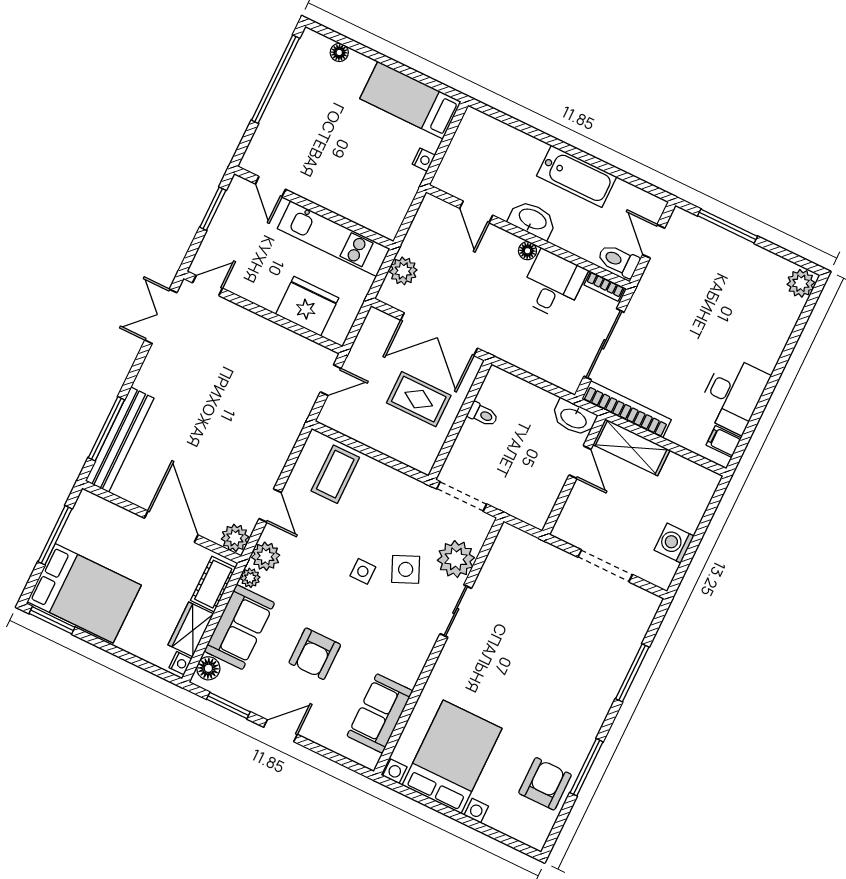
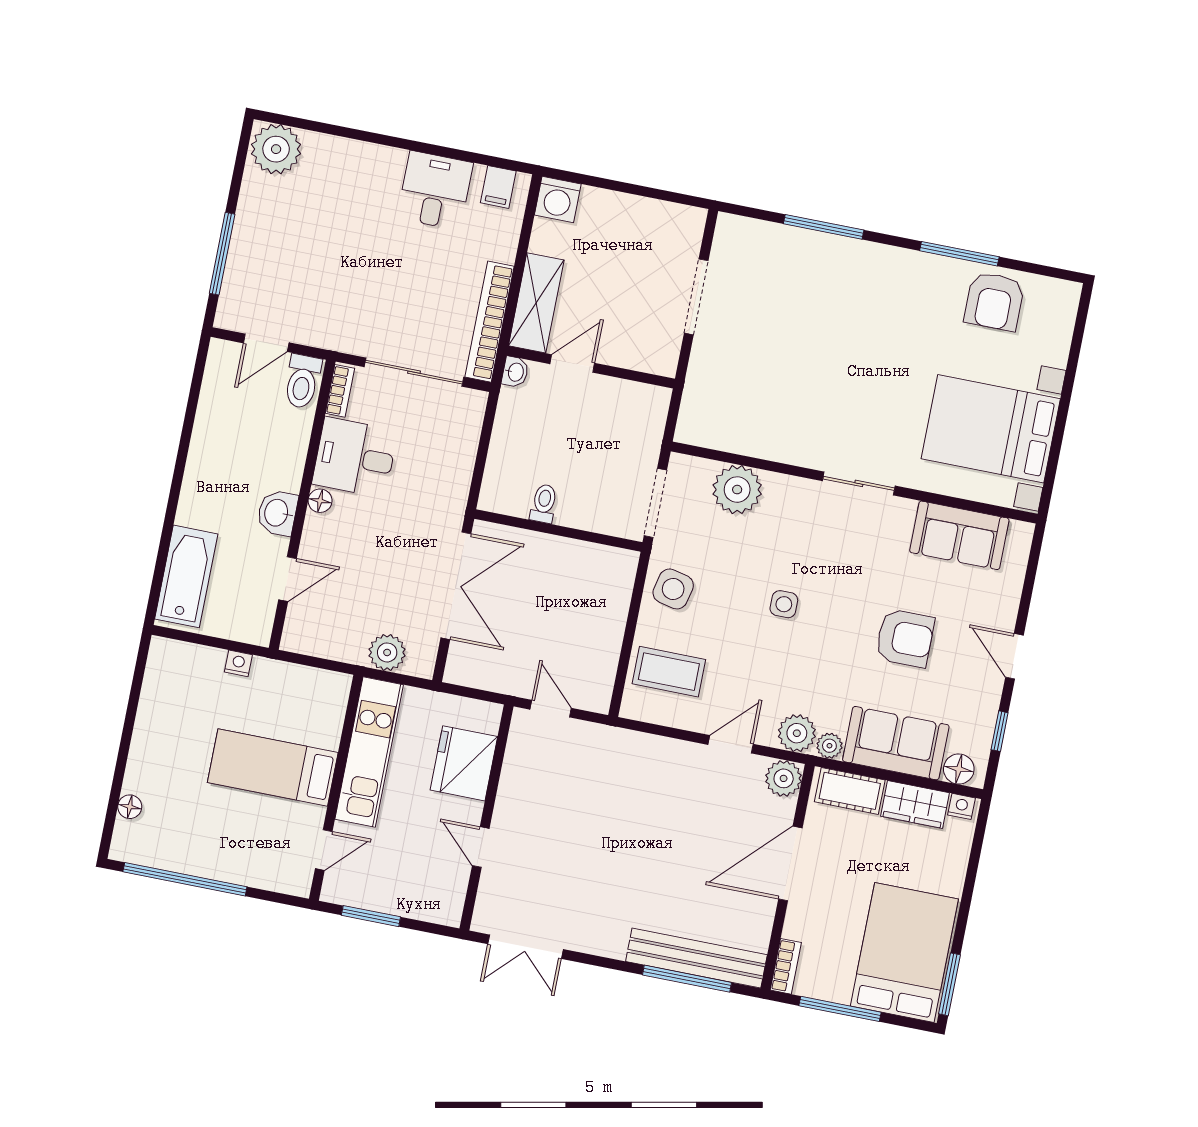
bed: (410, 100) -> (273, 768), moved, turned 90
bathtub: (577, 176) -> (186, 576), moved
washbasin: (532, 220) -> (277, 513), width x0.72
plant: (801, 283) -> (276, 149), width x1.36, depth x1.36
door: (207, 286) -> (481, 847), moved
desk: (733, 394) -> (435, 190), width x0.73
rug: (419, 399) -> (545, 590), removed
washbasin: (574, 418) -> (515, 372), width x0.52, depth x0.69
bookcase: (97, 504) -> (786, 966), added
washing machine: (674, 543) -> (558, 199), moved
side table: (406, 569) -> (673, 589), moved, turned 37
sliding door: (456, 611) -> (859, 483), moved
window: (228, 706) -> (1000, 731), width x0.67
armchair: (545, 784) -> (994, 301), turned -90

